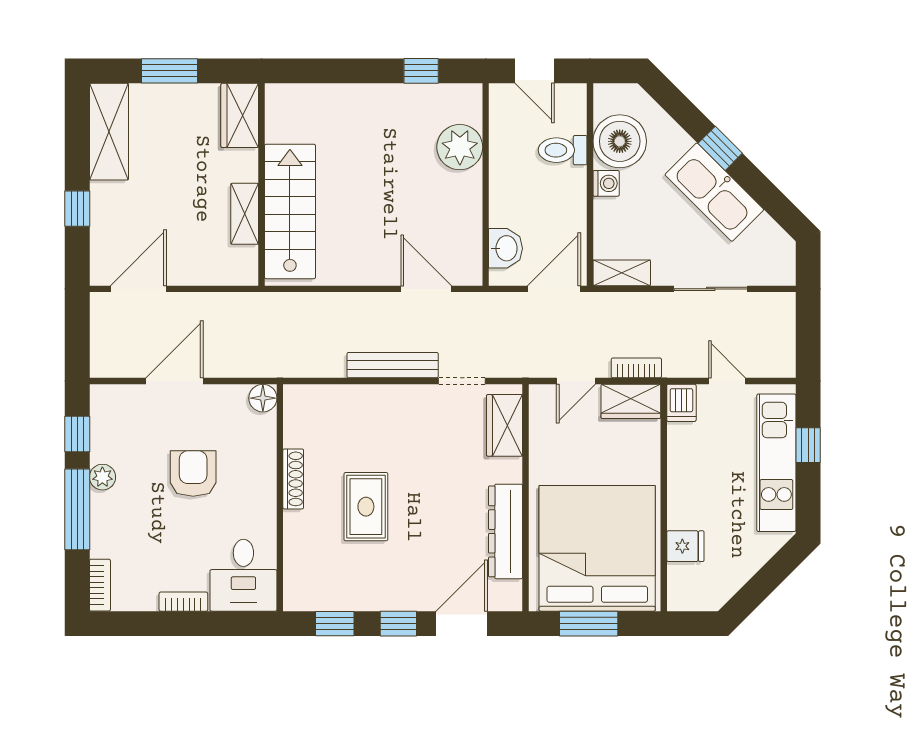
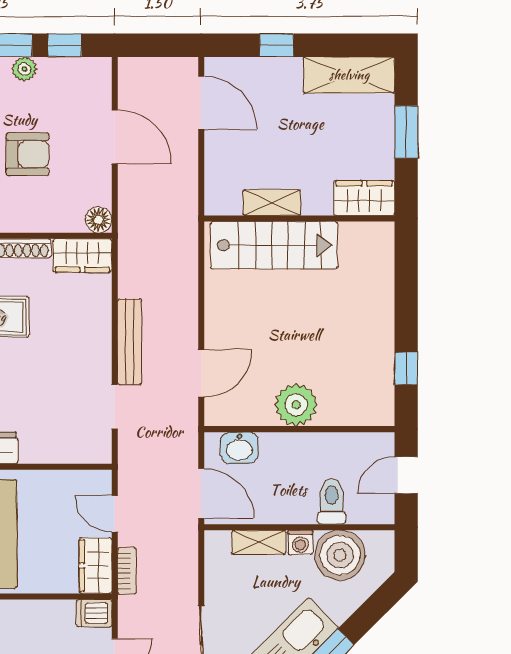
plant: (460, 147) -> (296, 405), moved
shelving: (622, 273) -> (259, 542), moved, turned 90
wardrobe: (505, 425) -> (82, 256), moved, turned 180

